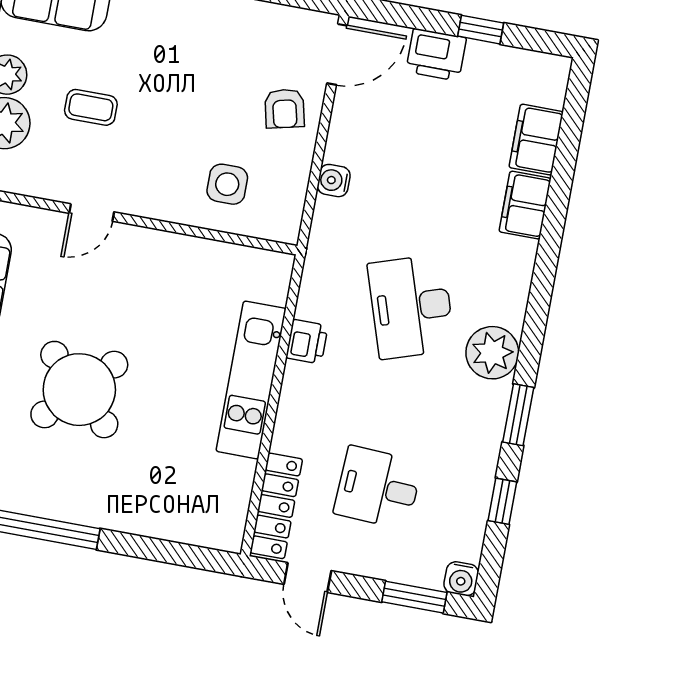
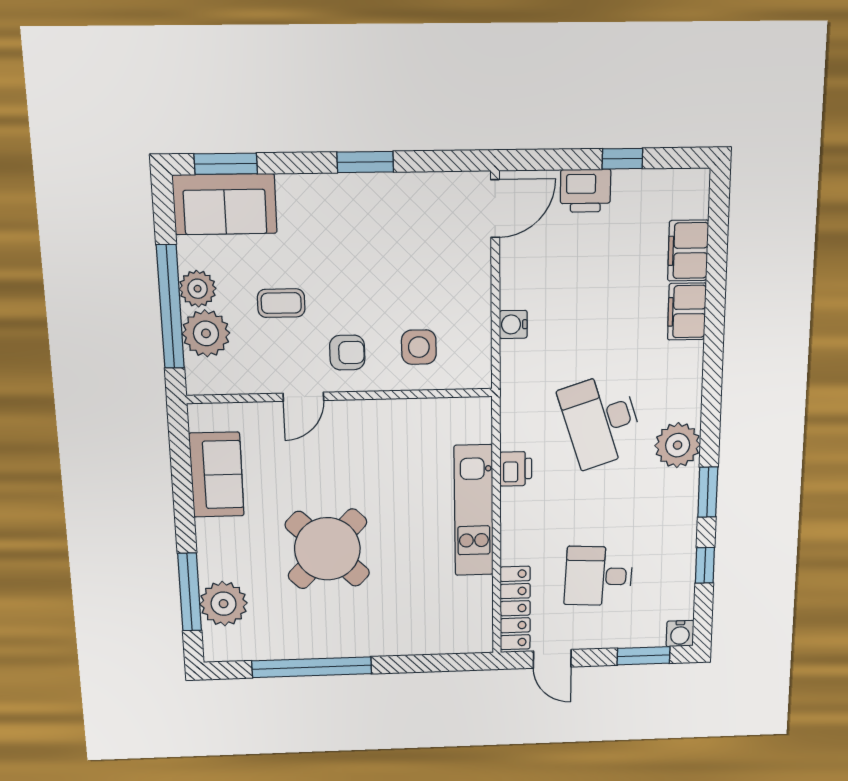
armchair: (285, 109) -> (347, 353), moved, turned -77

